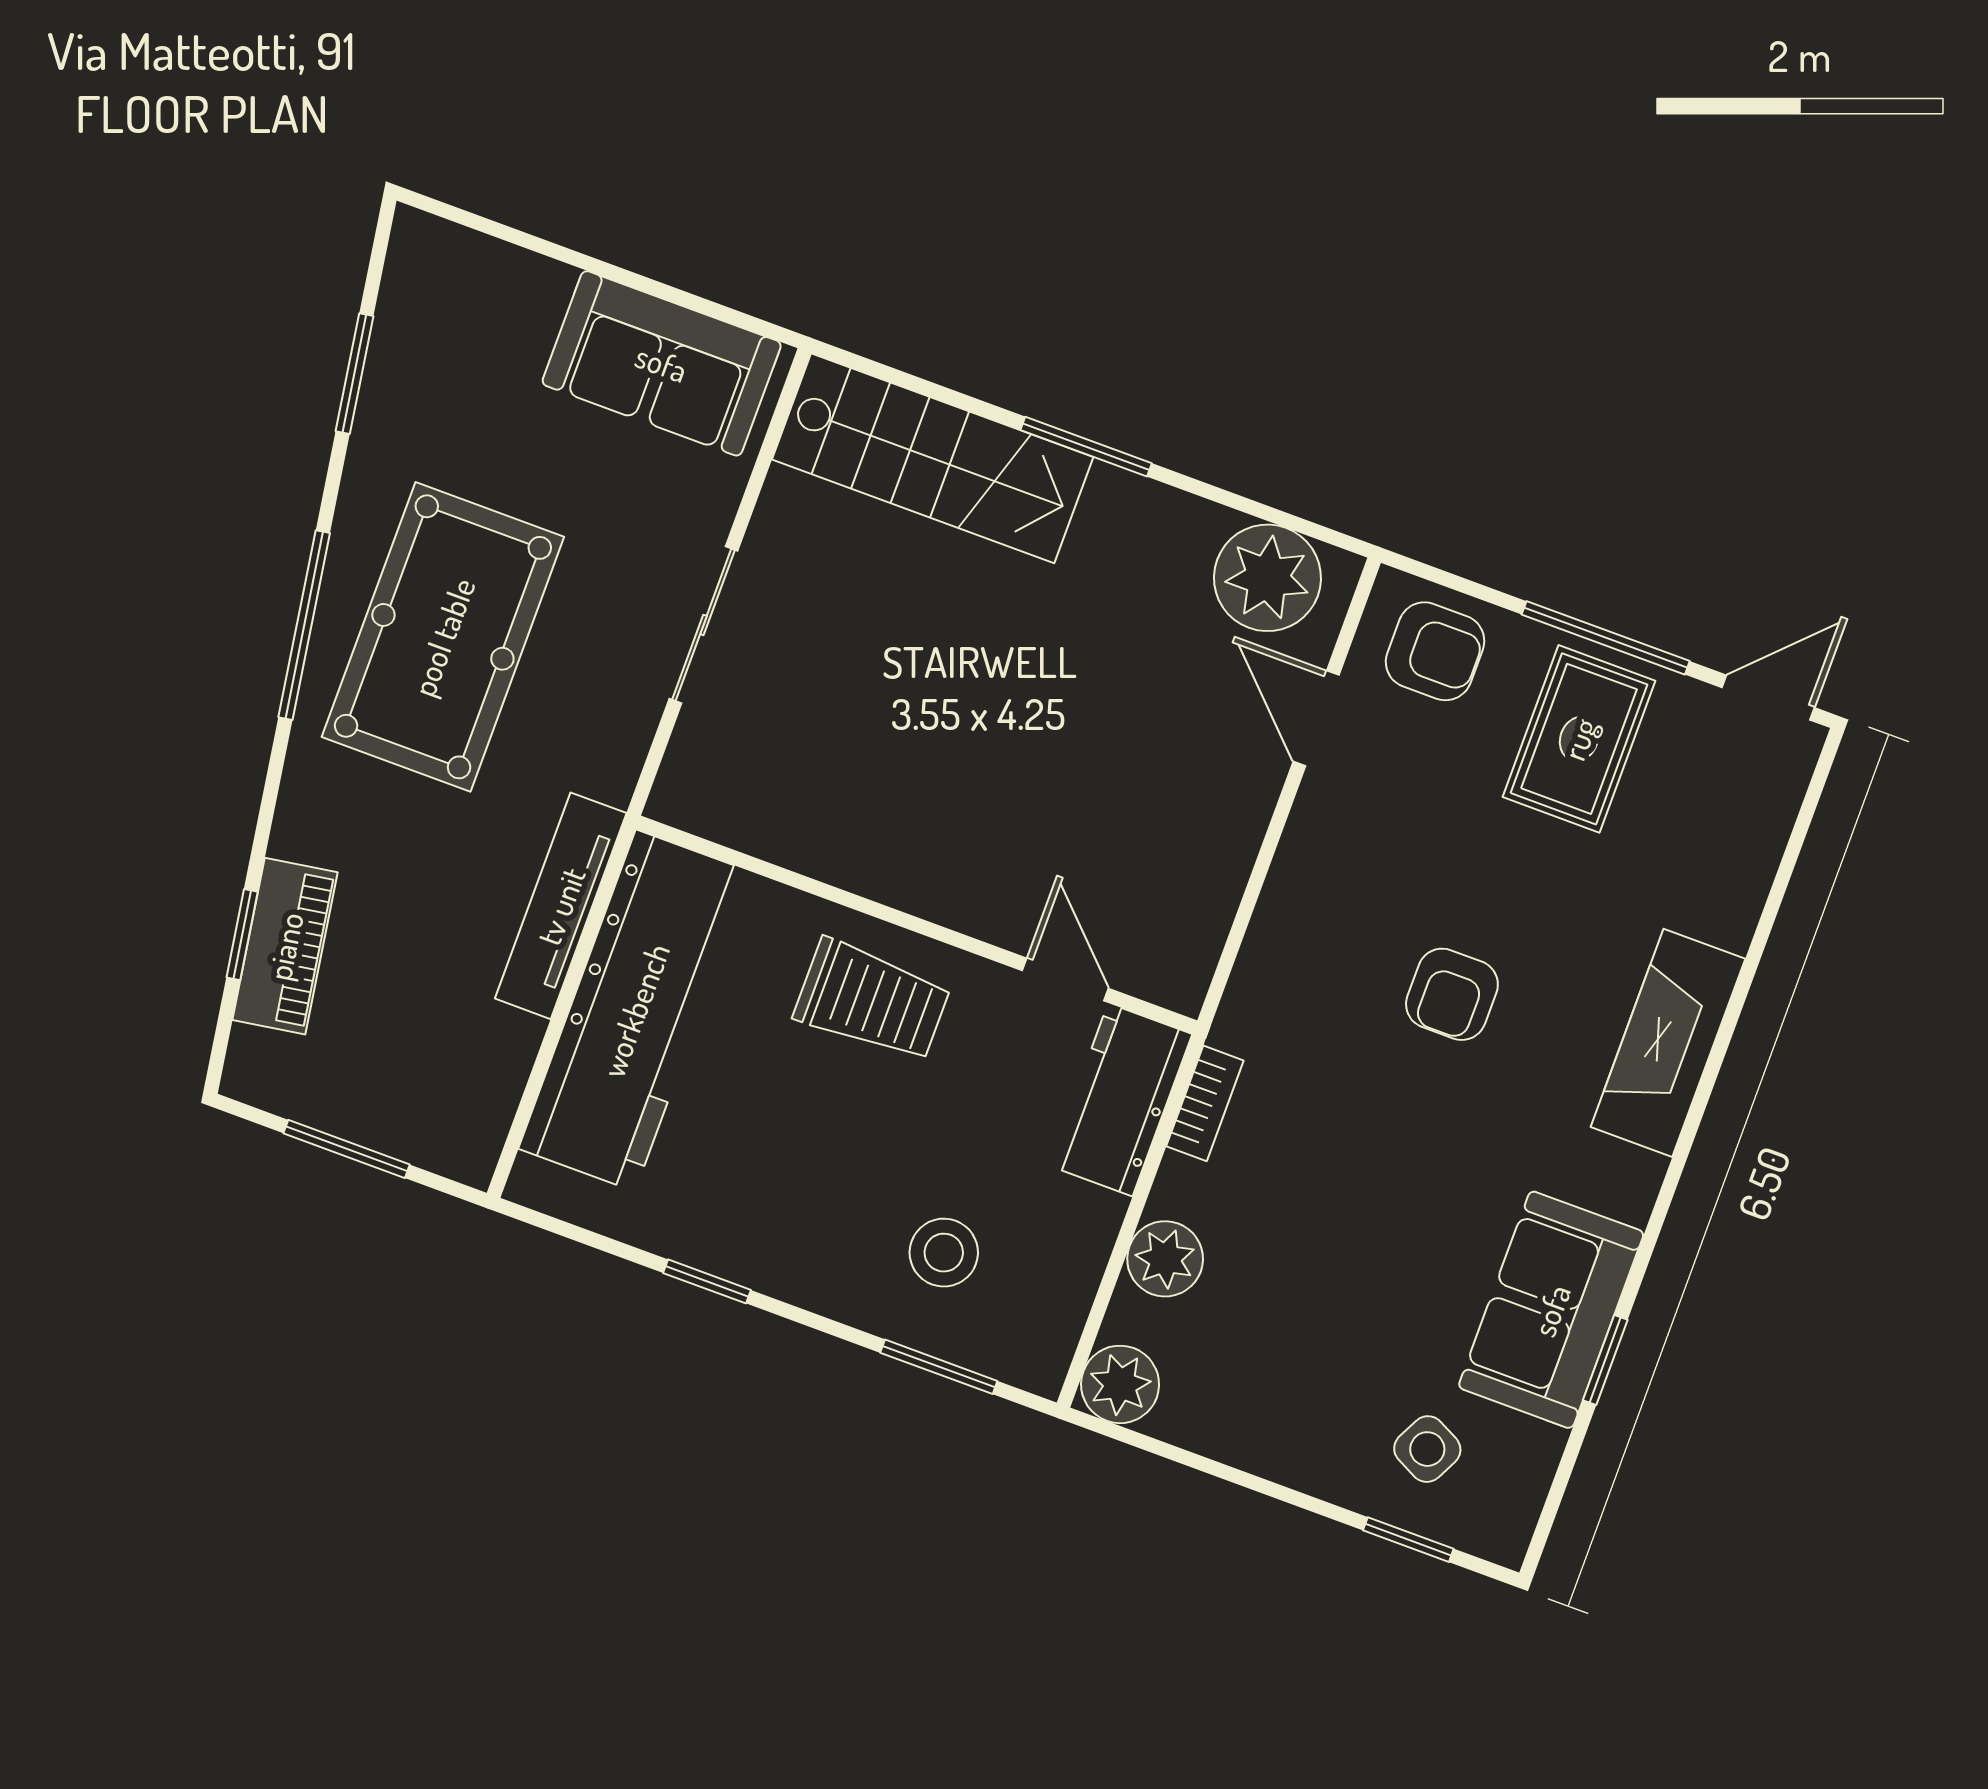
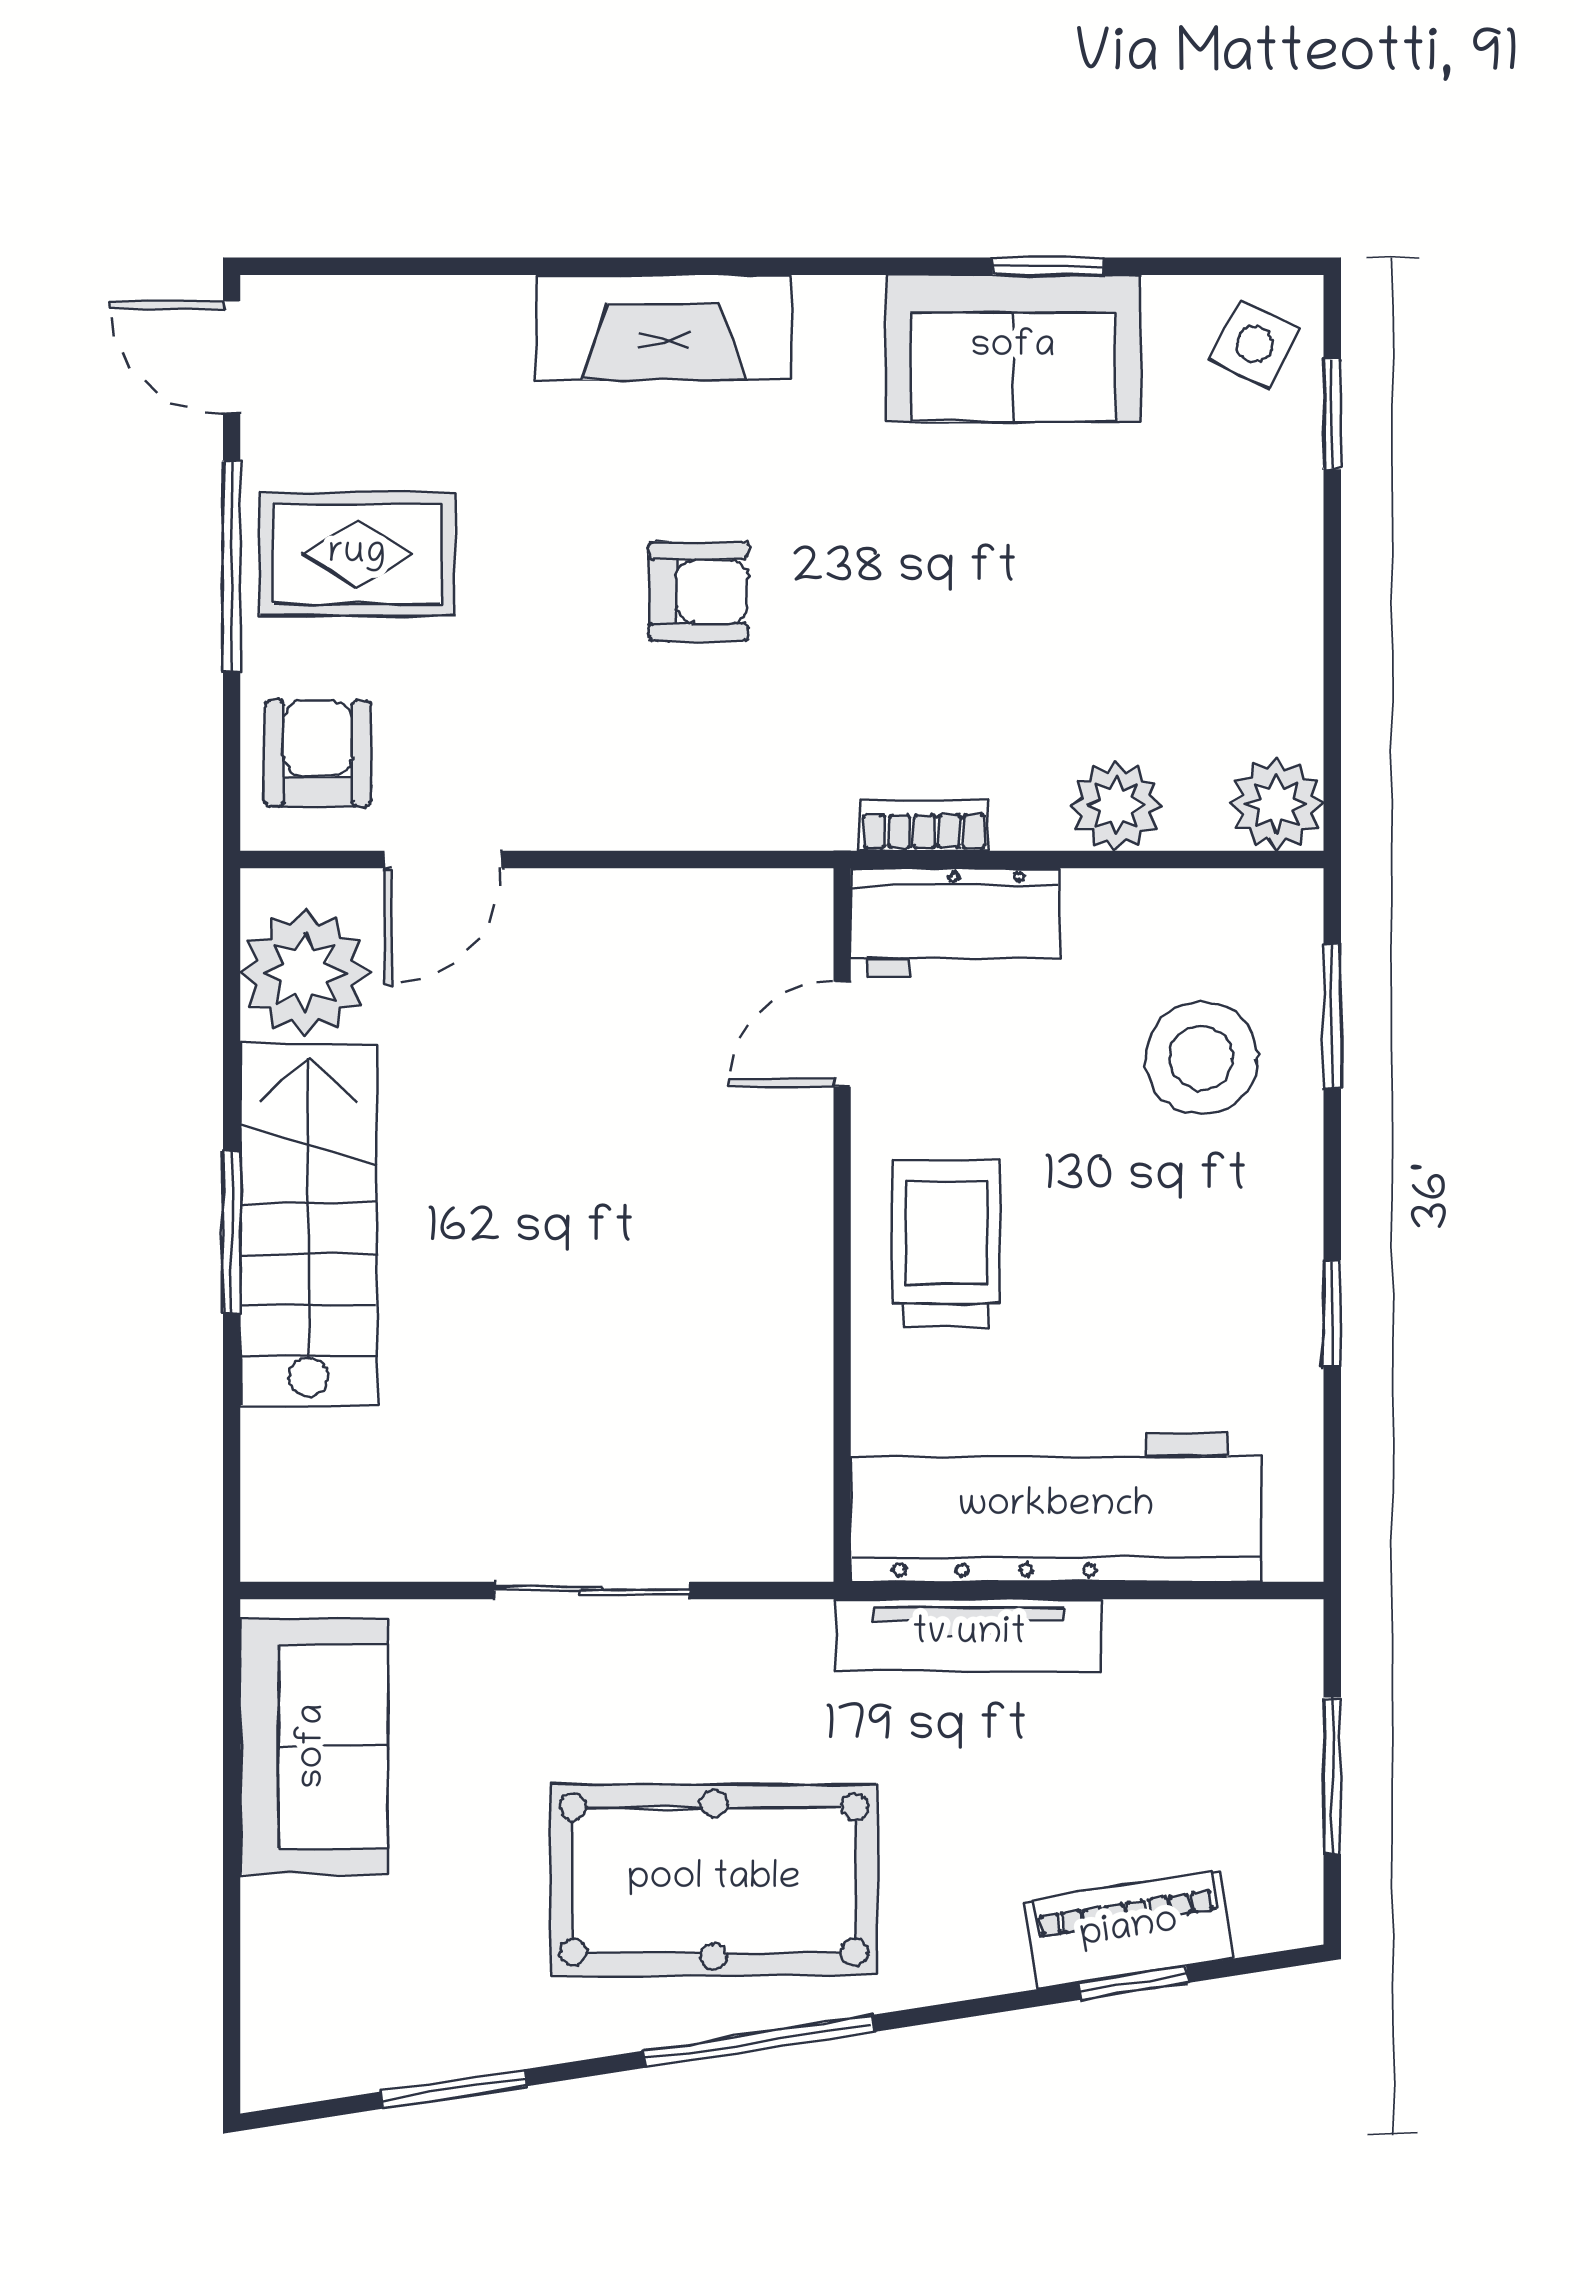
stairs: (933, 458) -> (309, 1225), moved
stool: (944, 1253) -> (1201, 1058), width x1.38, depth x1.38
side table: (1427, 1449) -> (1255, 344), moved

